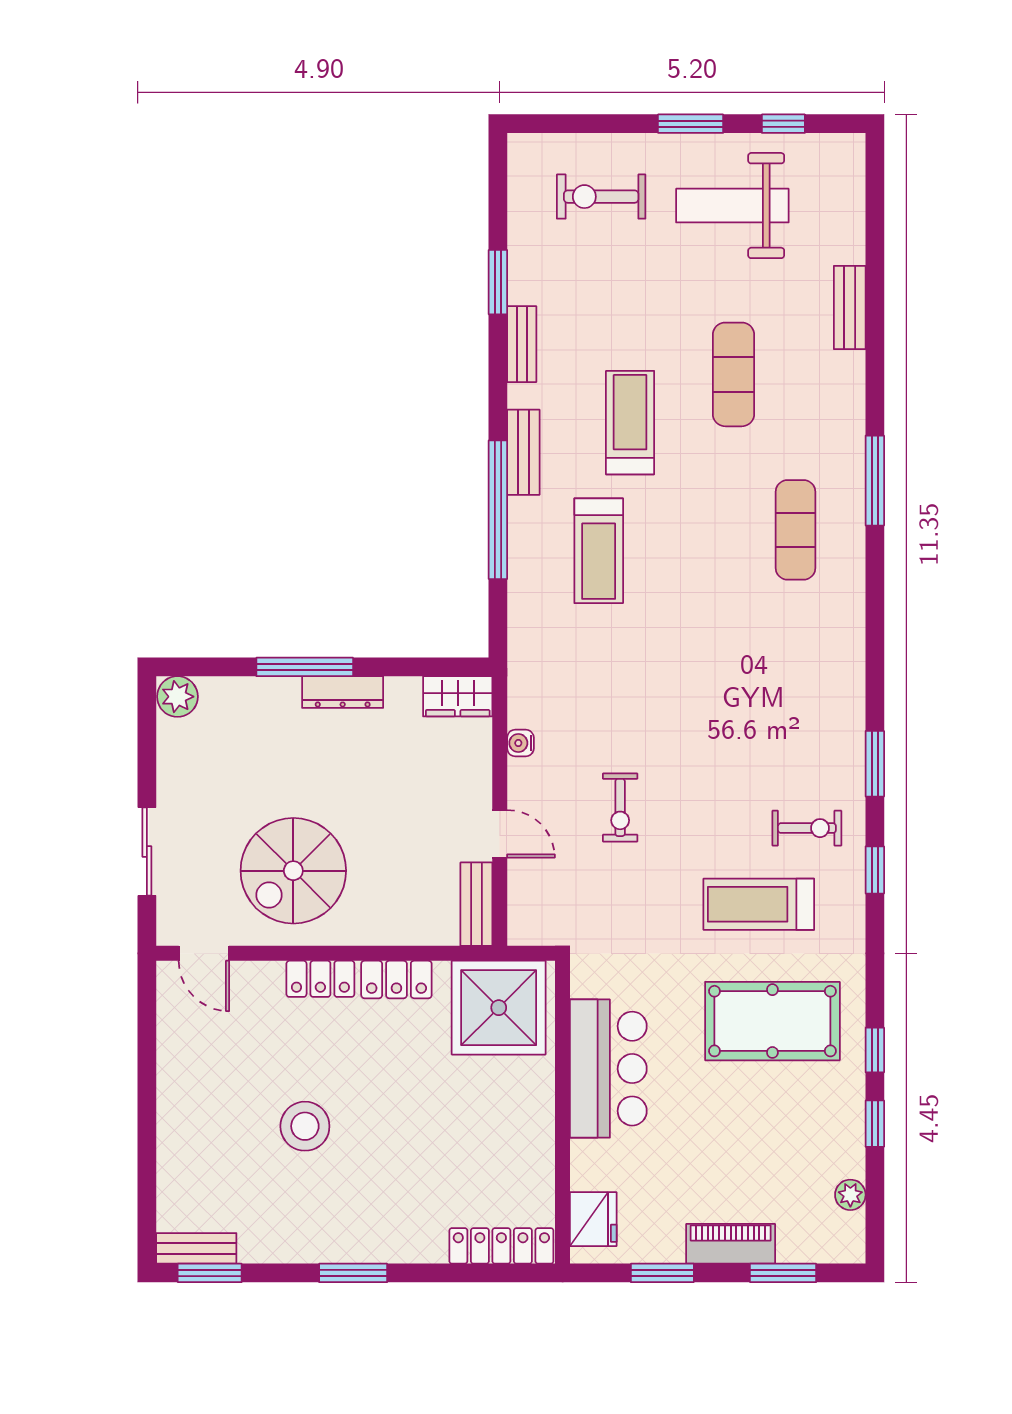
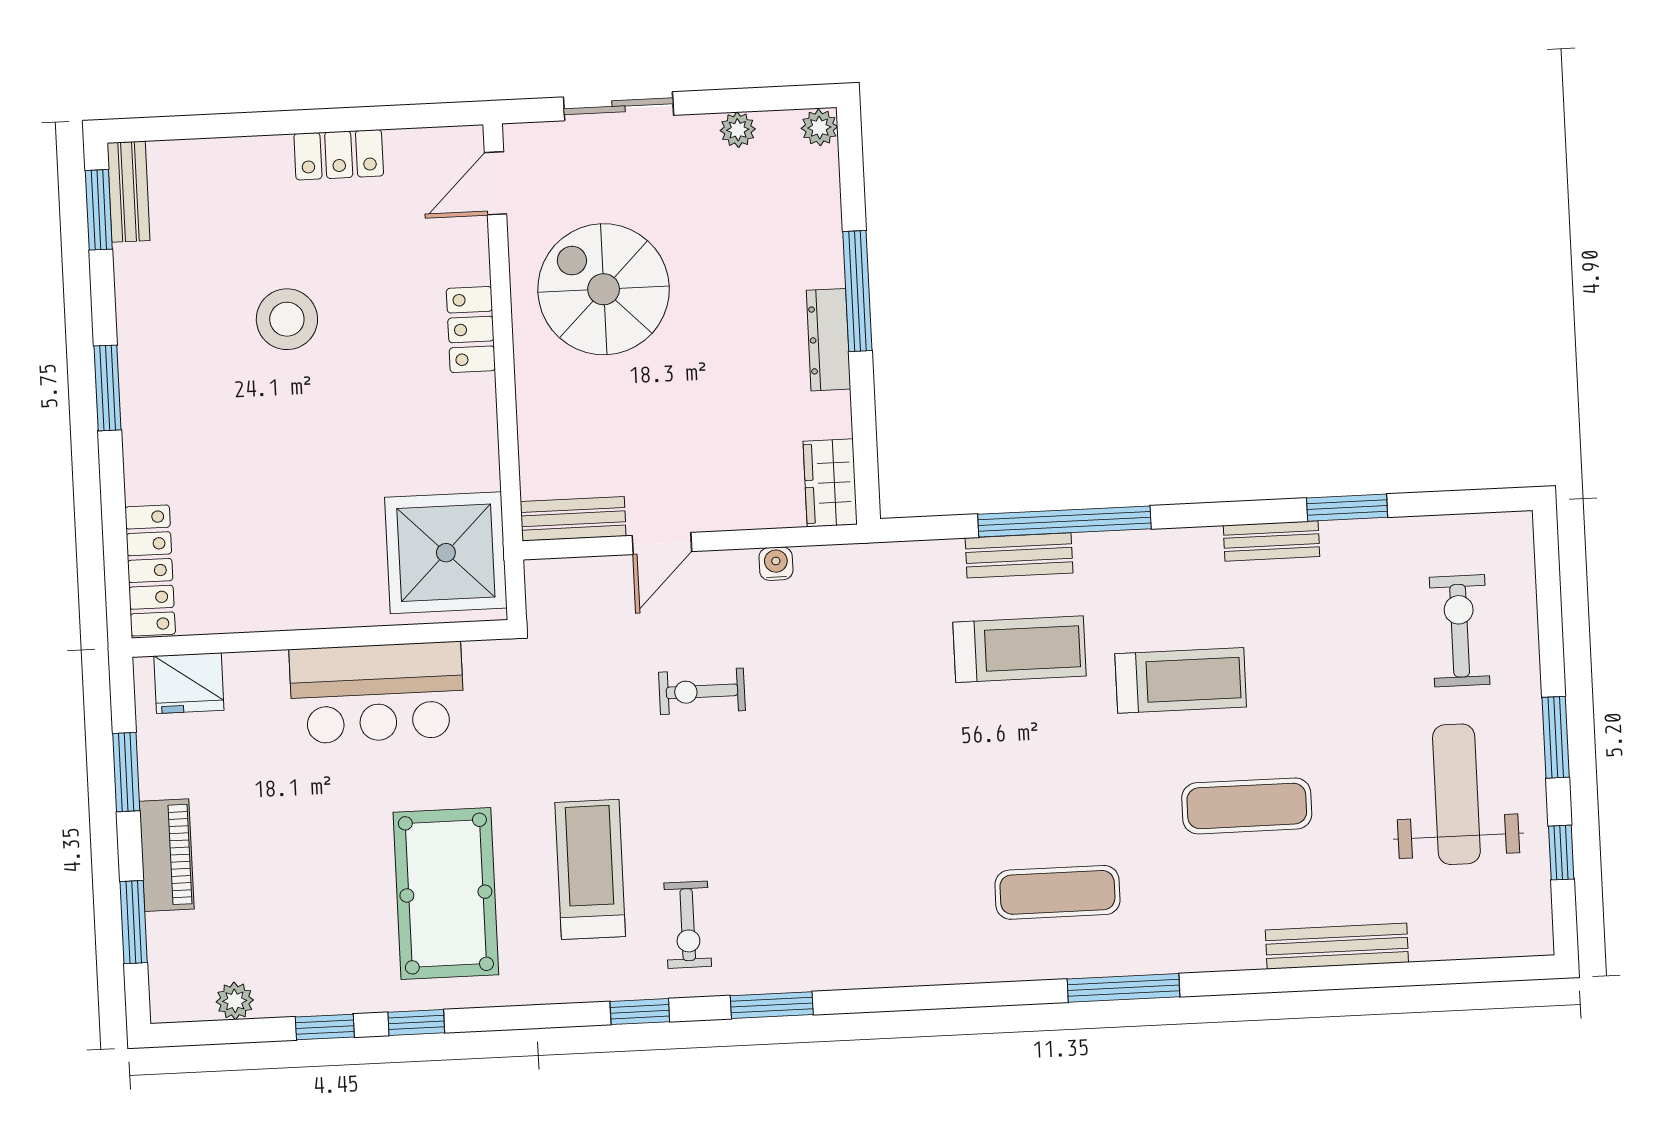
bench: (850, 308) -> (1337, 946), width x1.36
bench: (523, 452) -> (1019, 555), moved
treadmill: (599, 551) -> (1020, 649), turned 180
plant: (177, 697) -> (819, 128), width x0.73, depth x0.73
plant: (170, 757) -> (738, 130), added
locker: (396, 979) -> (339, 155), moved, turned -90

